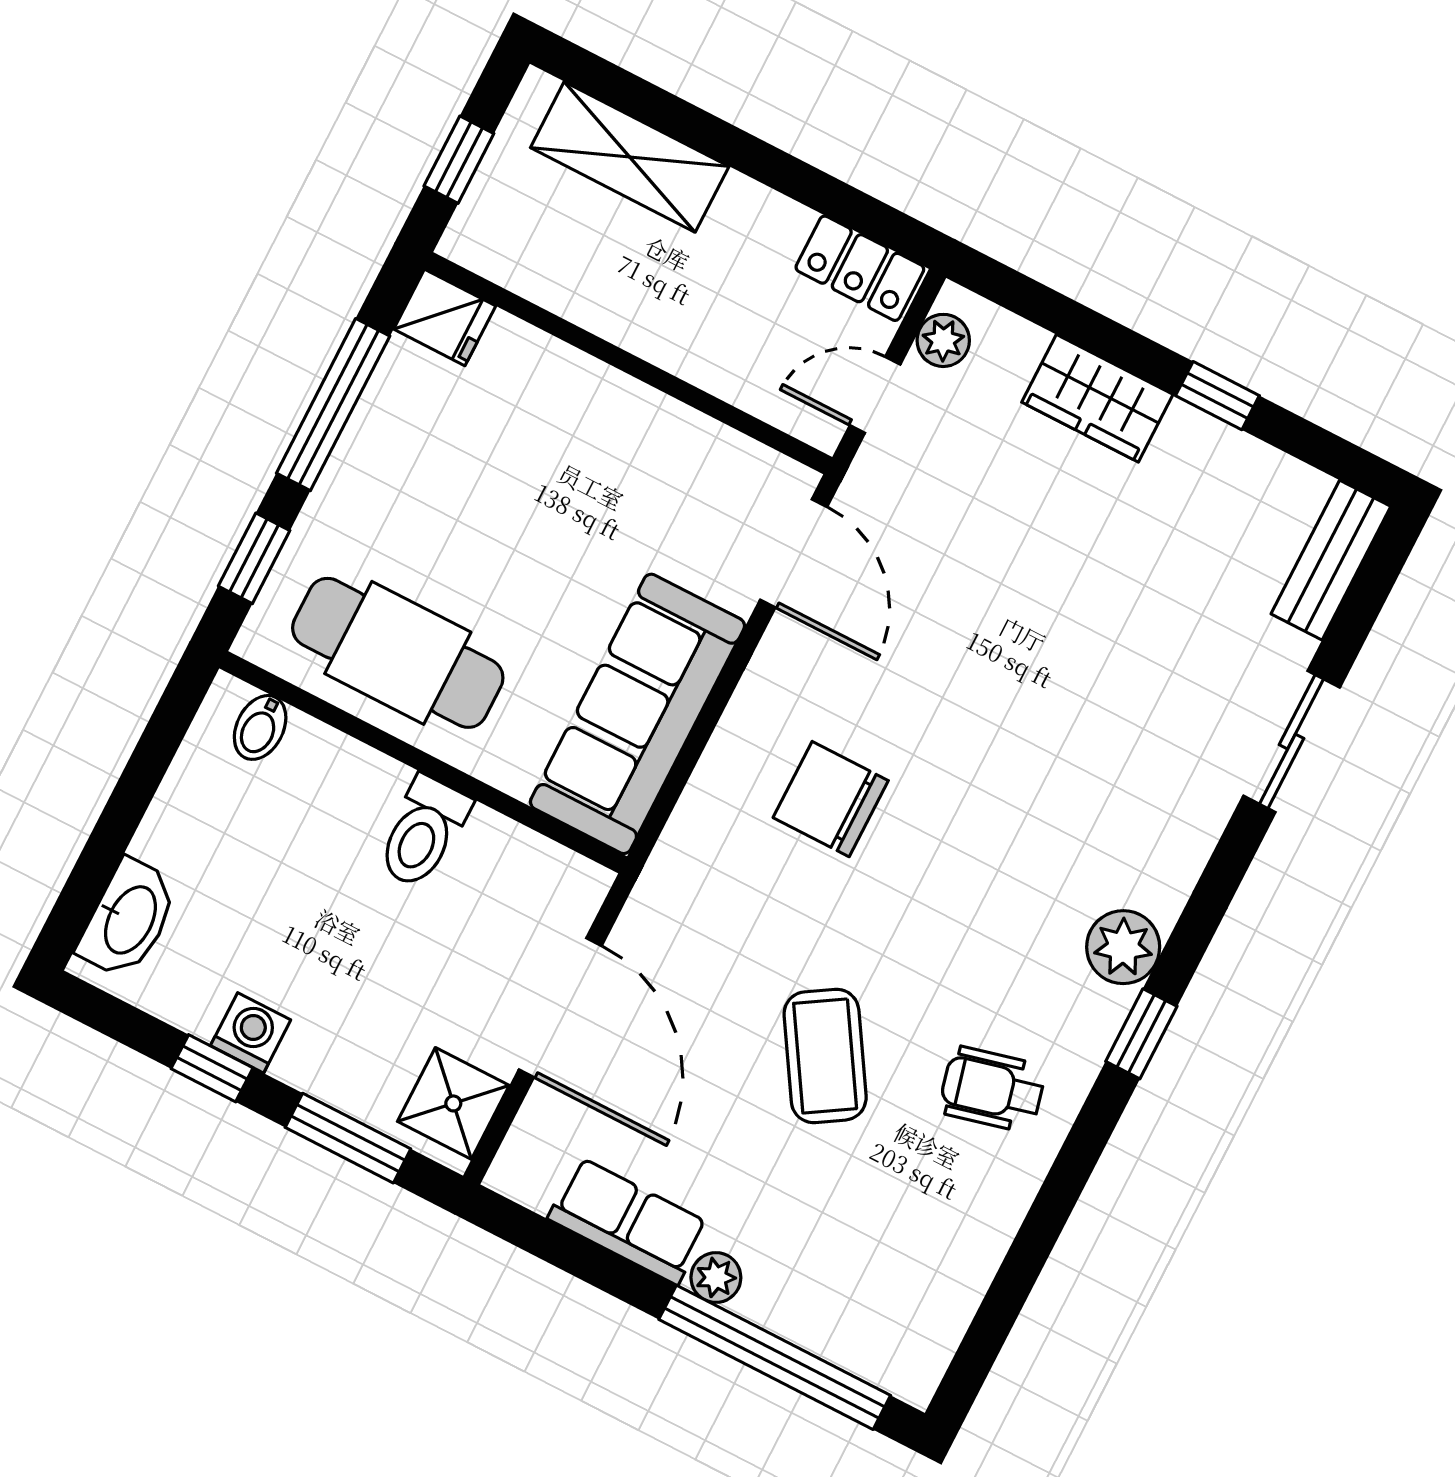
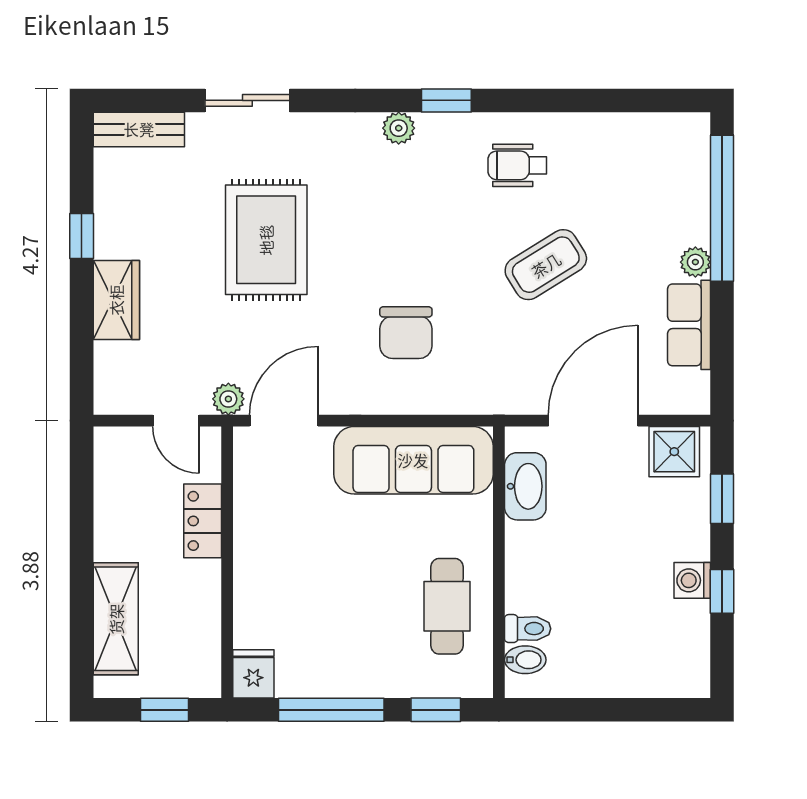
locker: (860, 268) -> (203, 521), moved, turned 180
plant: (943, 340) -> (228, 399), moved
cafe table: (398, 653) -> (447, 606), width x0.73, depth x0.74
rug: (1073, 664) -> (266, 240), added
toilet: (423, 832) -> (528, 629), moved, width x0.73, depth x0.72
washbasin: (129, 919) -> (525, 486), moved, turned 90
plant: (1123, 947) -> (399, 128), width x0.73, depth x0.73
wheelchair: (992, 1089) -> (517, 165), turned 104
window: (348, 1138) -> (722, 499), width x0.67

